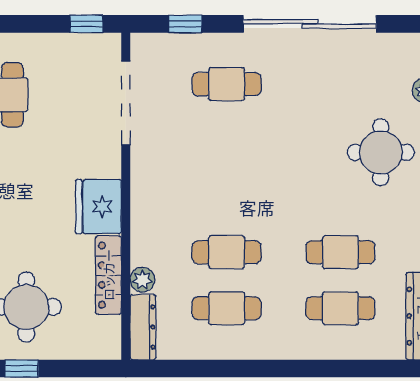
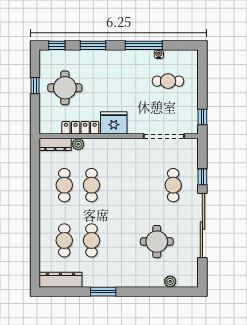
window: (185, 24) -> (202, 177), moved
round table: (381, 152) -> (157, 242), moved

